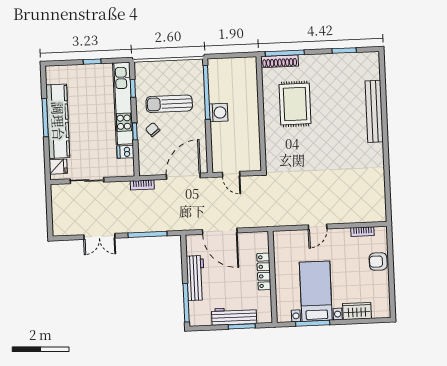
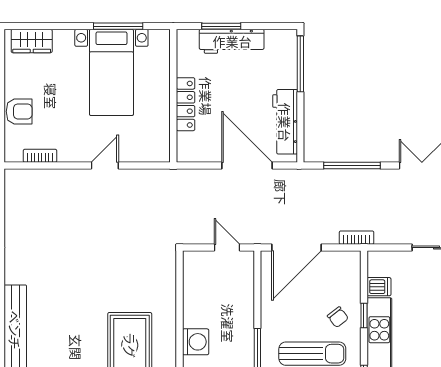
washing machine: (219, 113) -> (196, 342), moved, turned 180
workbench: (196, 278) -> (285, 122), moved
wardrobe: (357, 311) -> (32, 41), moved

